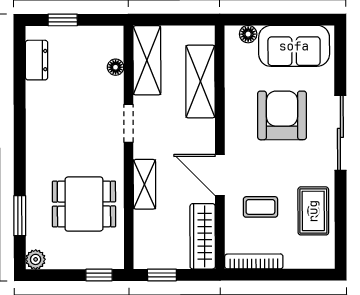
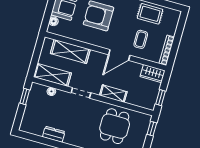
window: (63, 20) -> (25, 97), moved
dresser: (37, 60) -> (54, 134), moved
wardrobe: (203, 236) -> (153, 74), width x0.67

